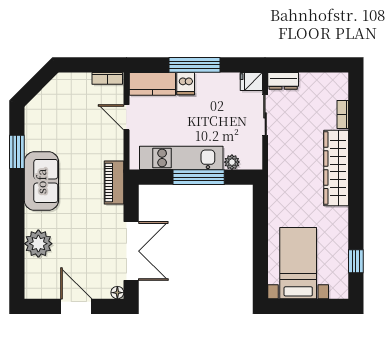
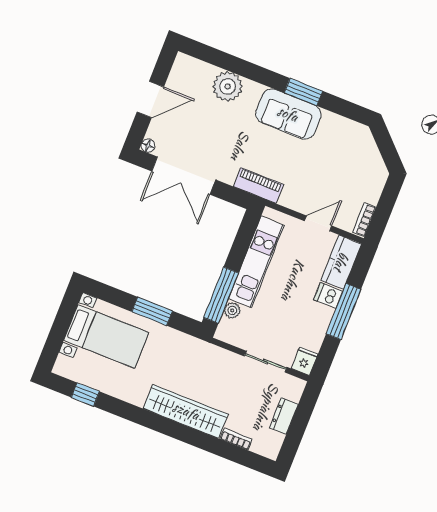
dresser: (283, 81) -> (284, 416), moved
window: (17, 152) -> (303, 92), moved
window: (199, 177) -> (221, 295), moved
window: (260, 232) -> (152, 311), added

